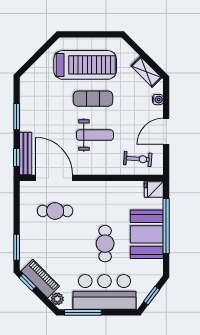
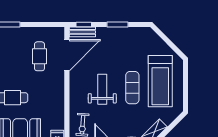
weight bench: (95, 135) -> (102, 89), turned 180
bench: (26, 153) -> (82, 32), width x0.73

